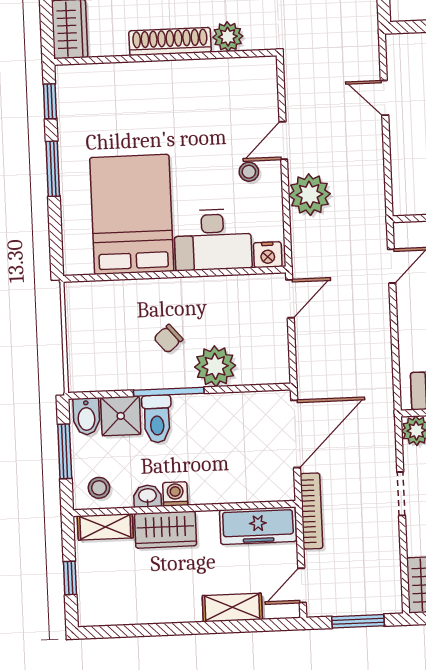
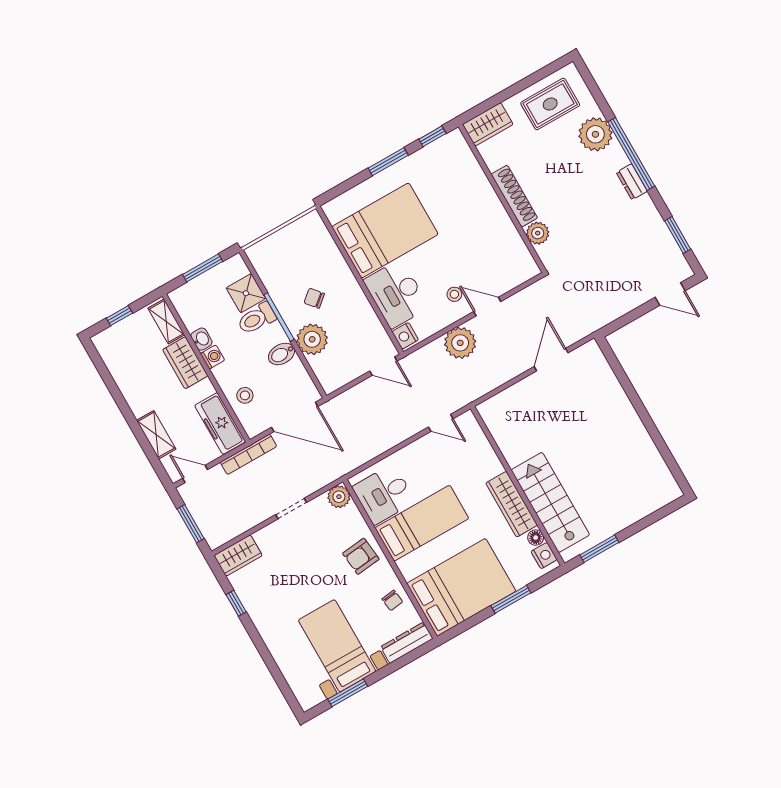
door: (385, 98) -> (551, 360), width x1.38
bidet: (86, 416) -> (282, 354), moved
stool: (99, 488) -> (245, 395), moved

